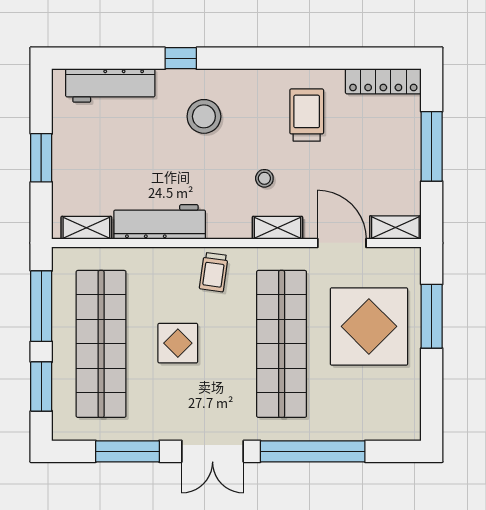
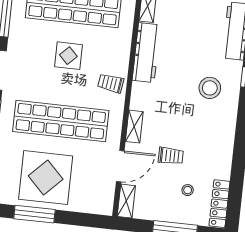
trolley: (307, 115) -> (171, 156), moved, width x0.73, depth x0.72
stool: (264, 178) -> (188, 190), moved
window: (432, 316) -> (34, 214), moved
display table: (369, 326) -> (46, 178), moved

